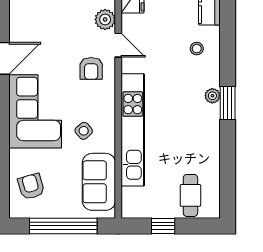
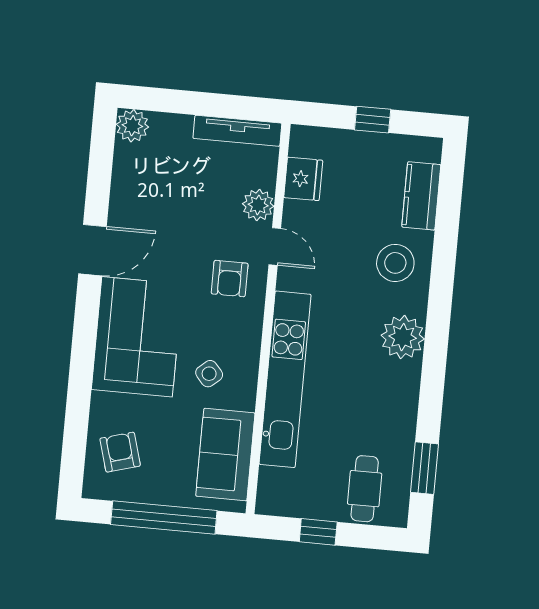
stool: (197, 49) -> (395, 263), width x1.89, depth x1.89
plant: (212, 96) -> (403, 337), width x1.88, depth x1.88
window: (228, 103) -> (424, 468), moved

